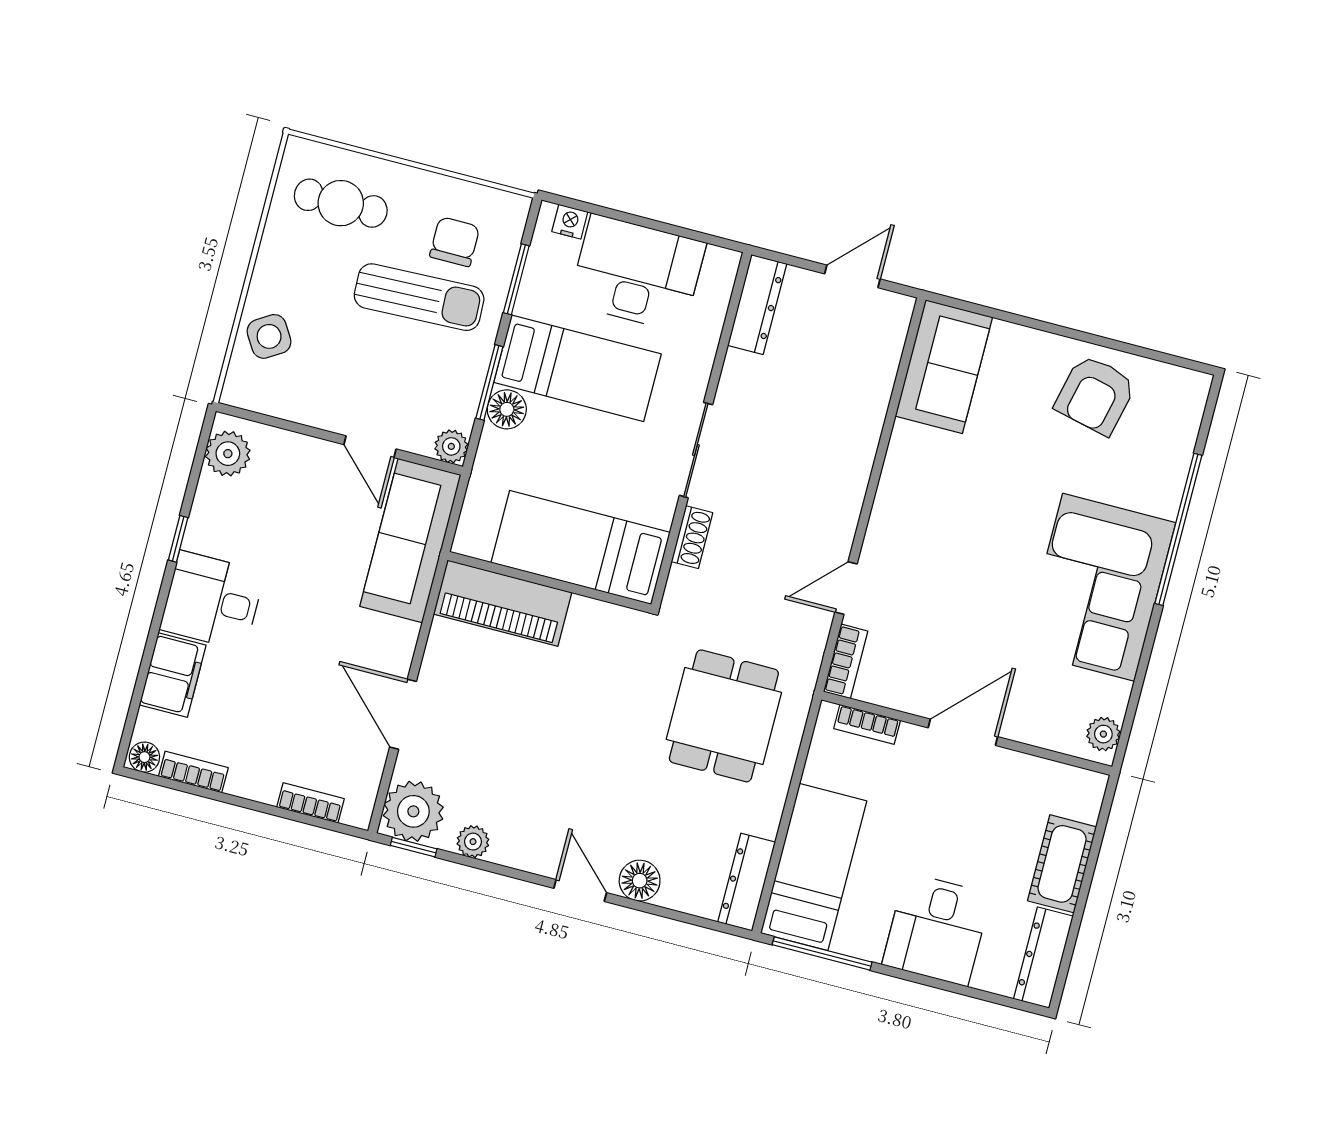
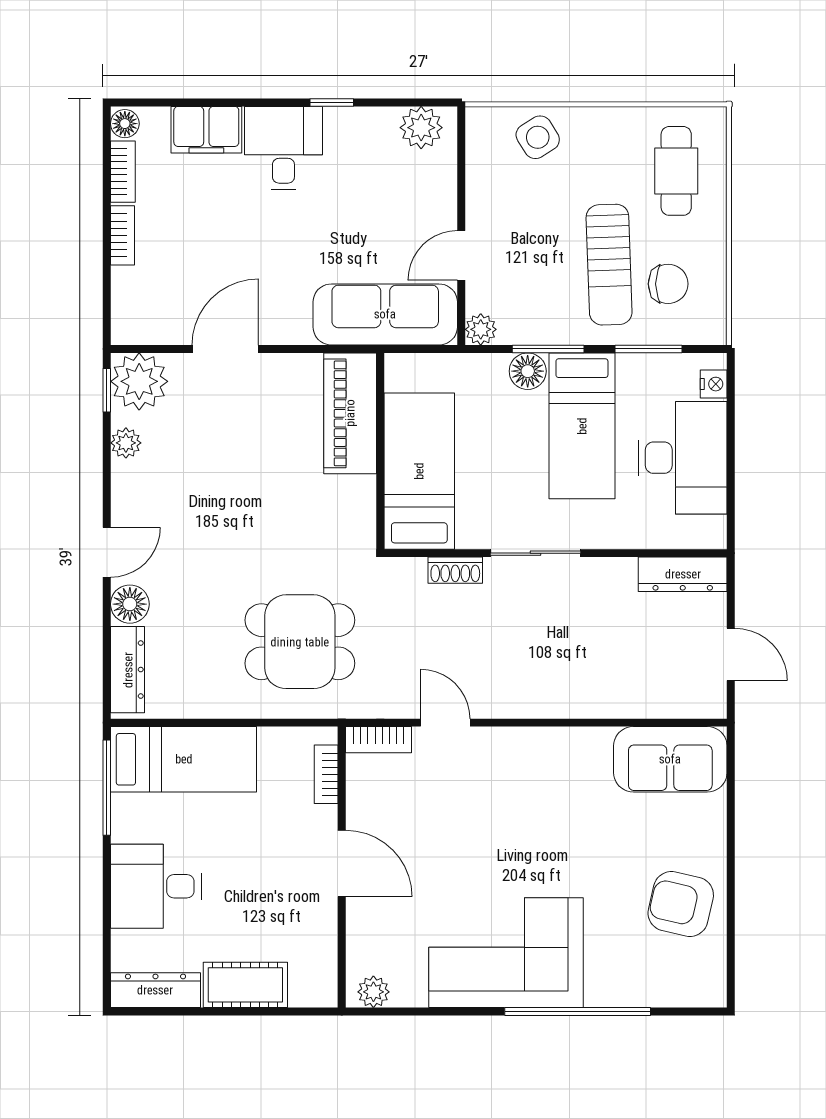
bookcase: (311, 803) -> (123, 235), moved
dresser: (747, 882) -> (128, 670), moved, turned 90

